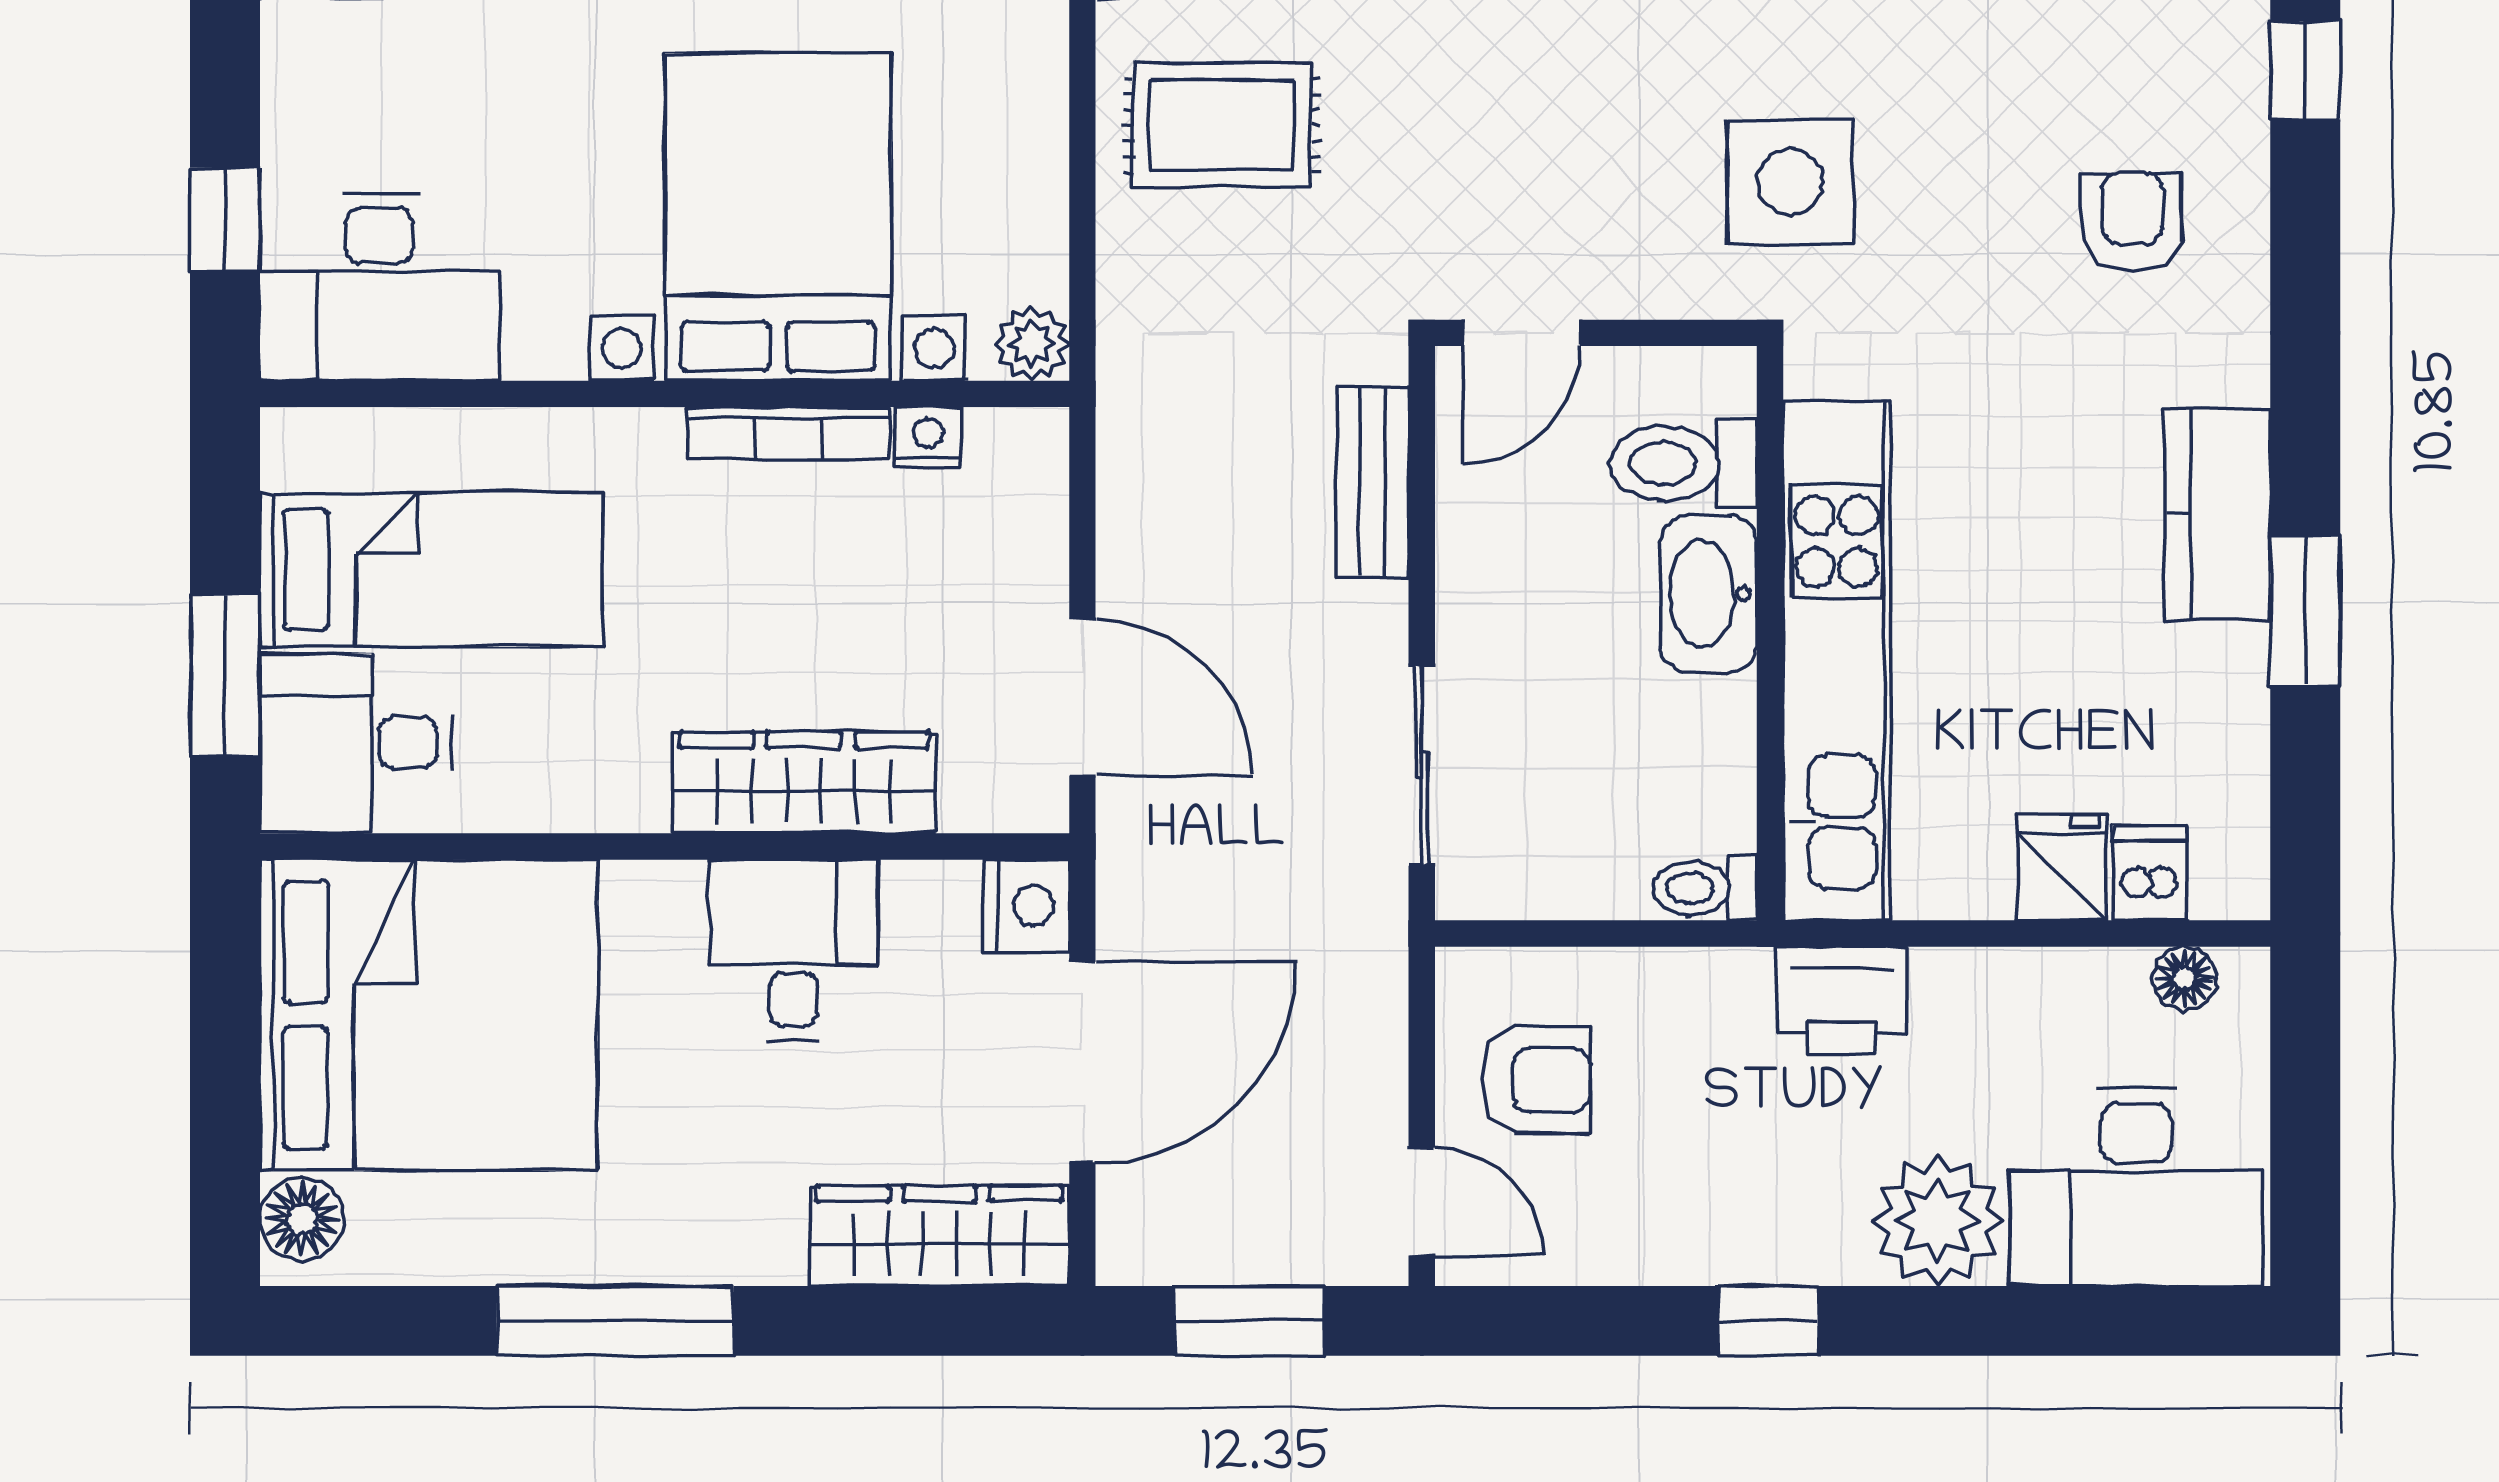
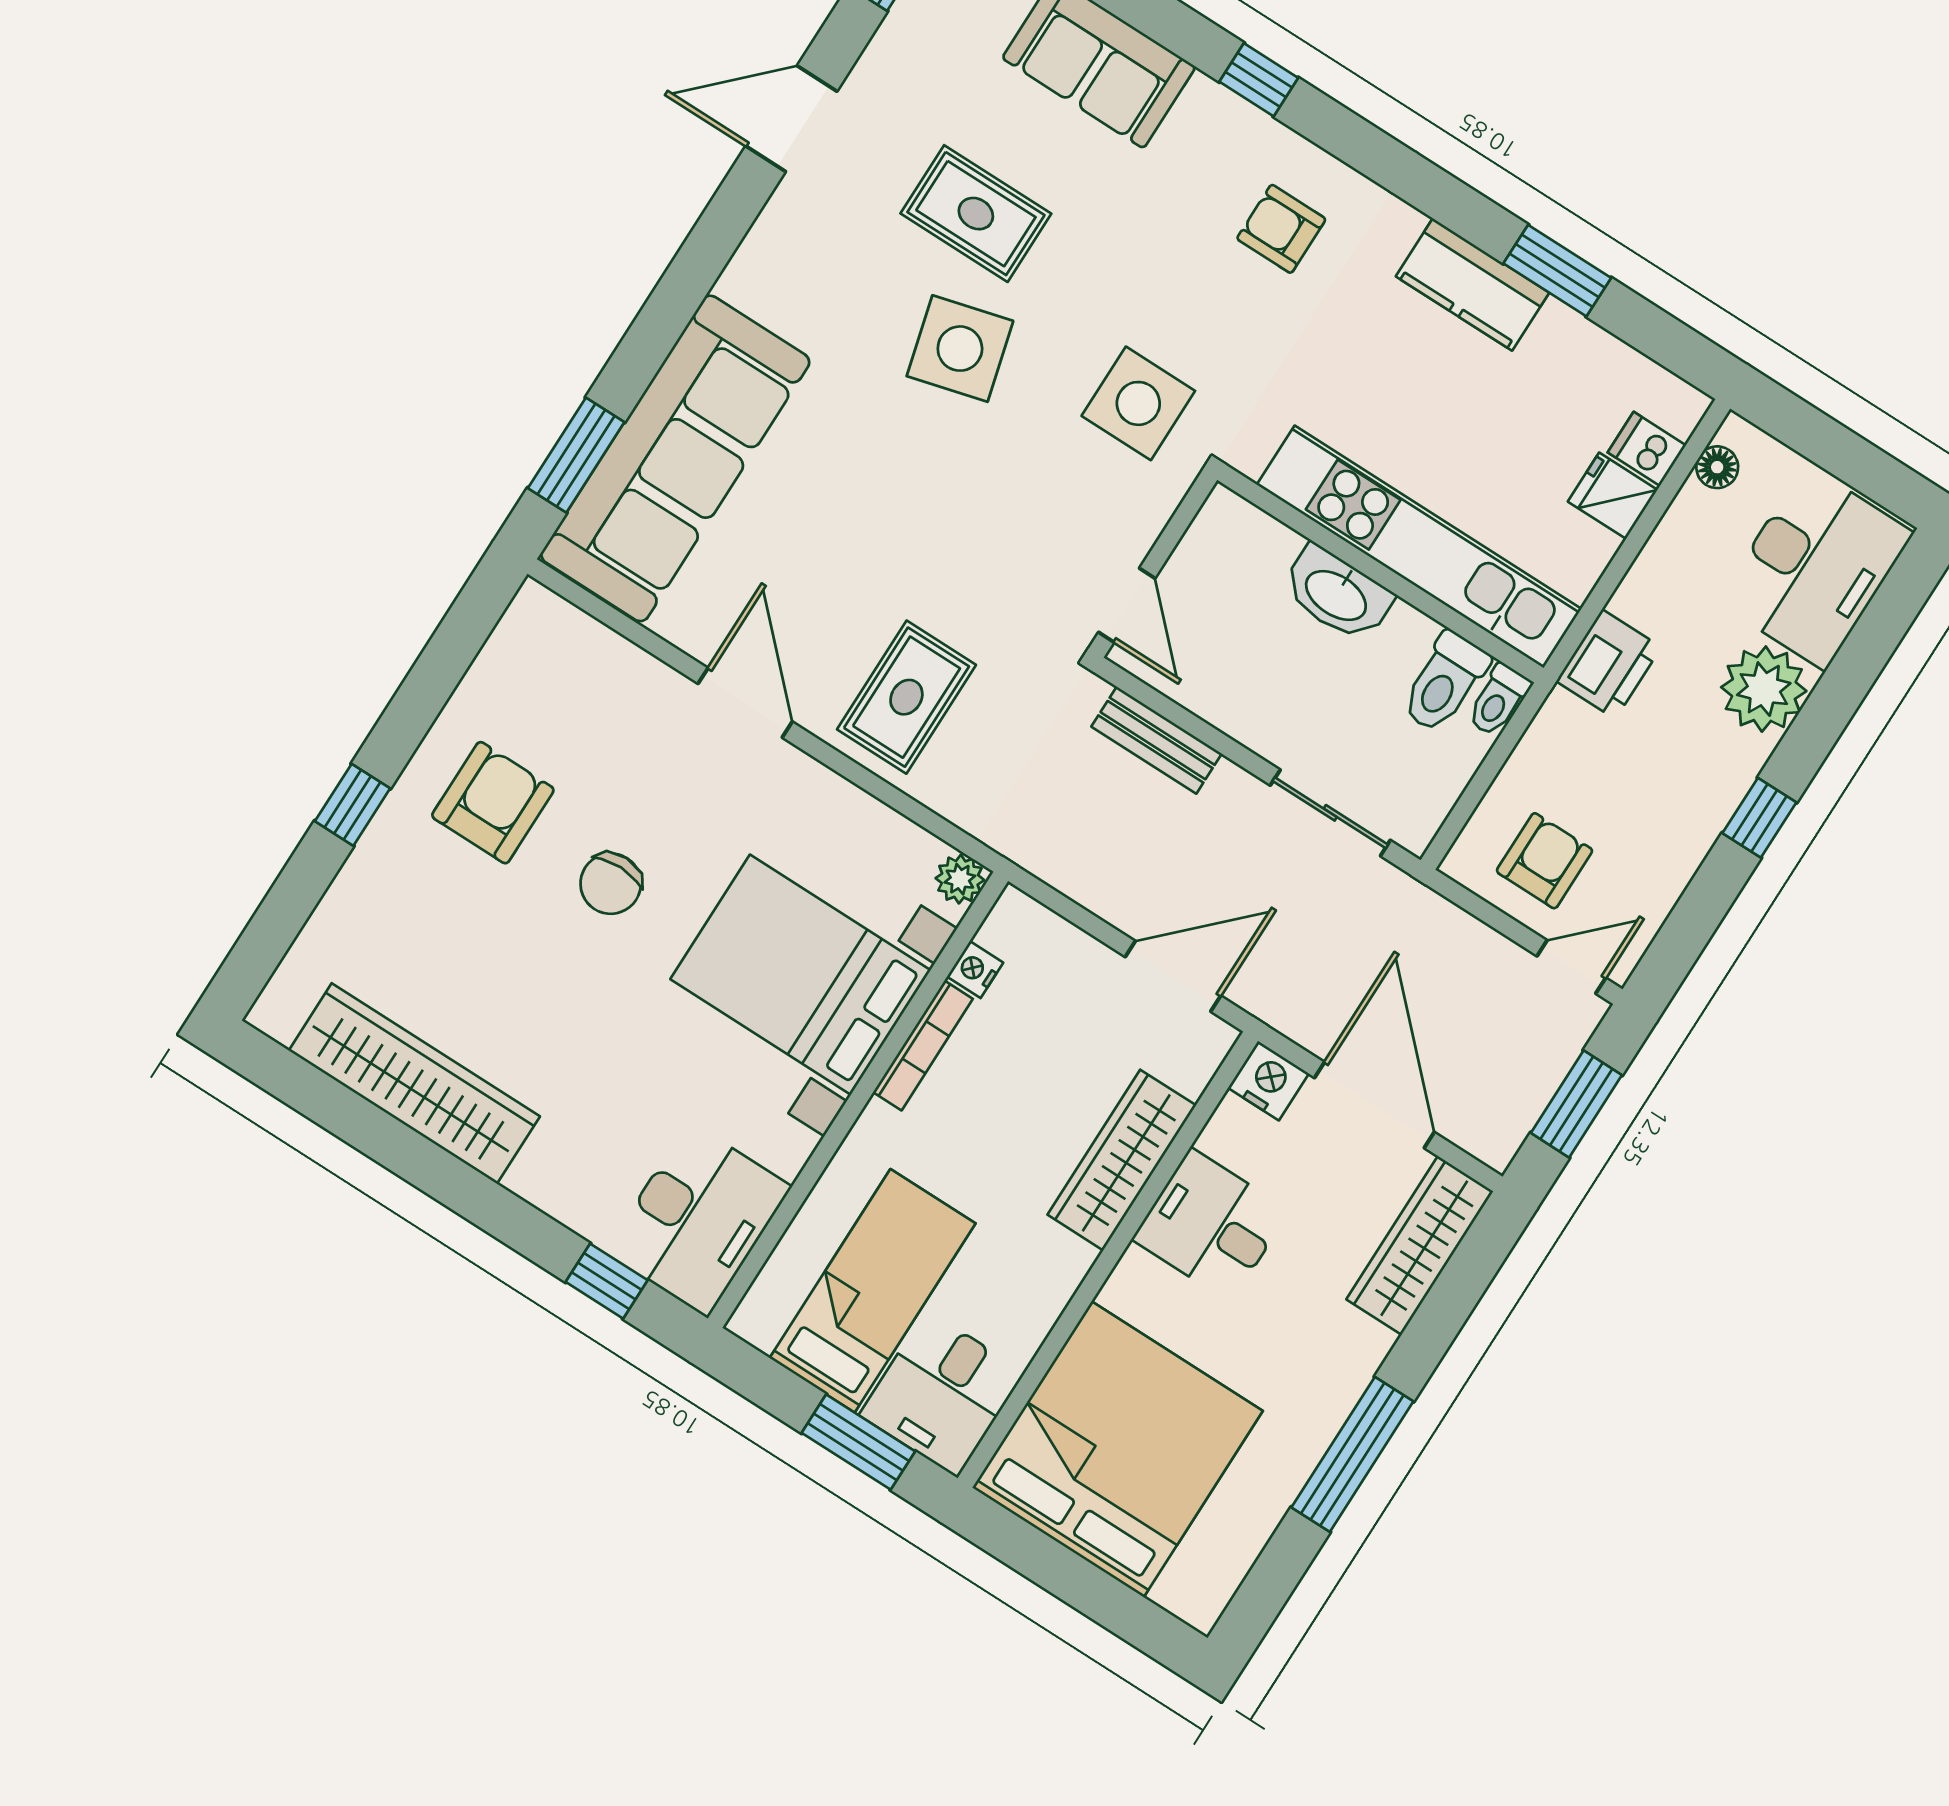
toilet: (1683, 463) -> (1445, 682), moved
floor lamp: (302, 1219) -> (1185, 1592), removed

